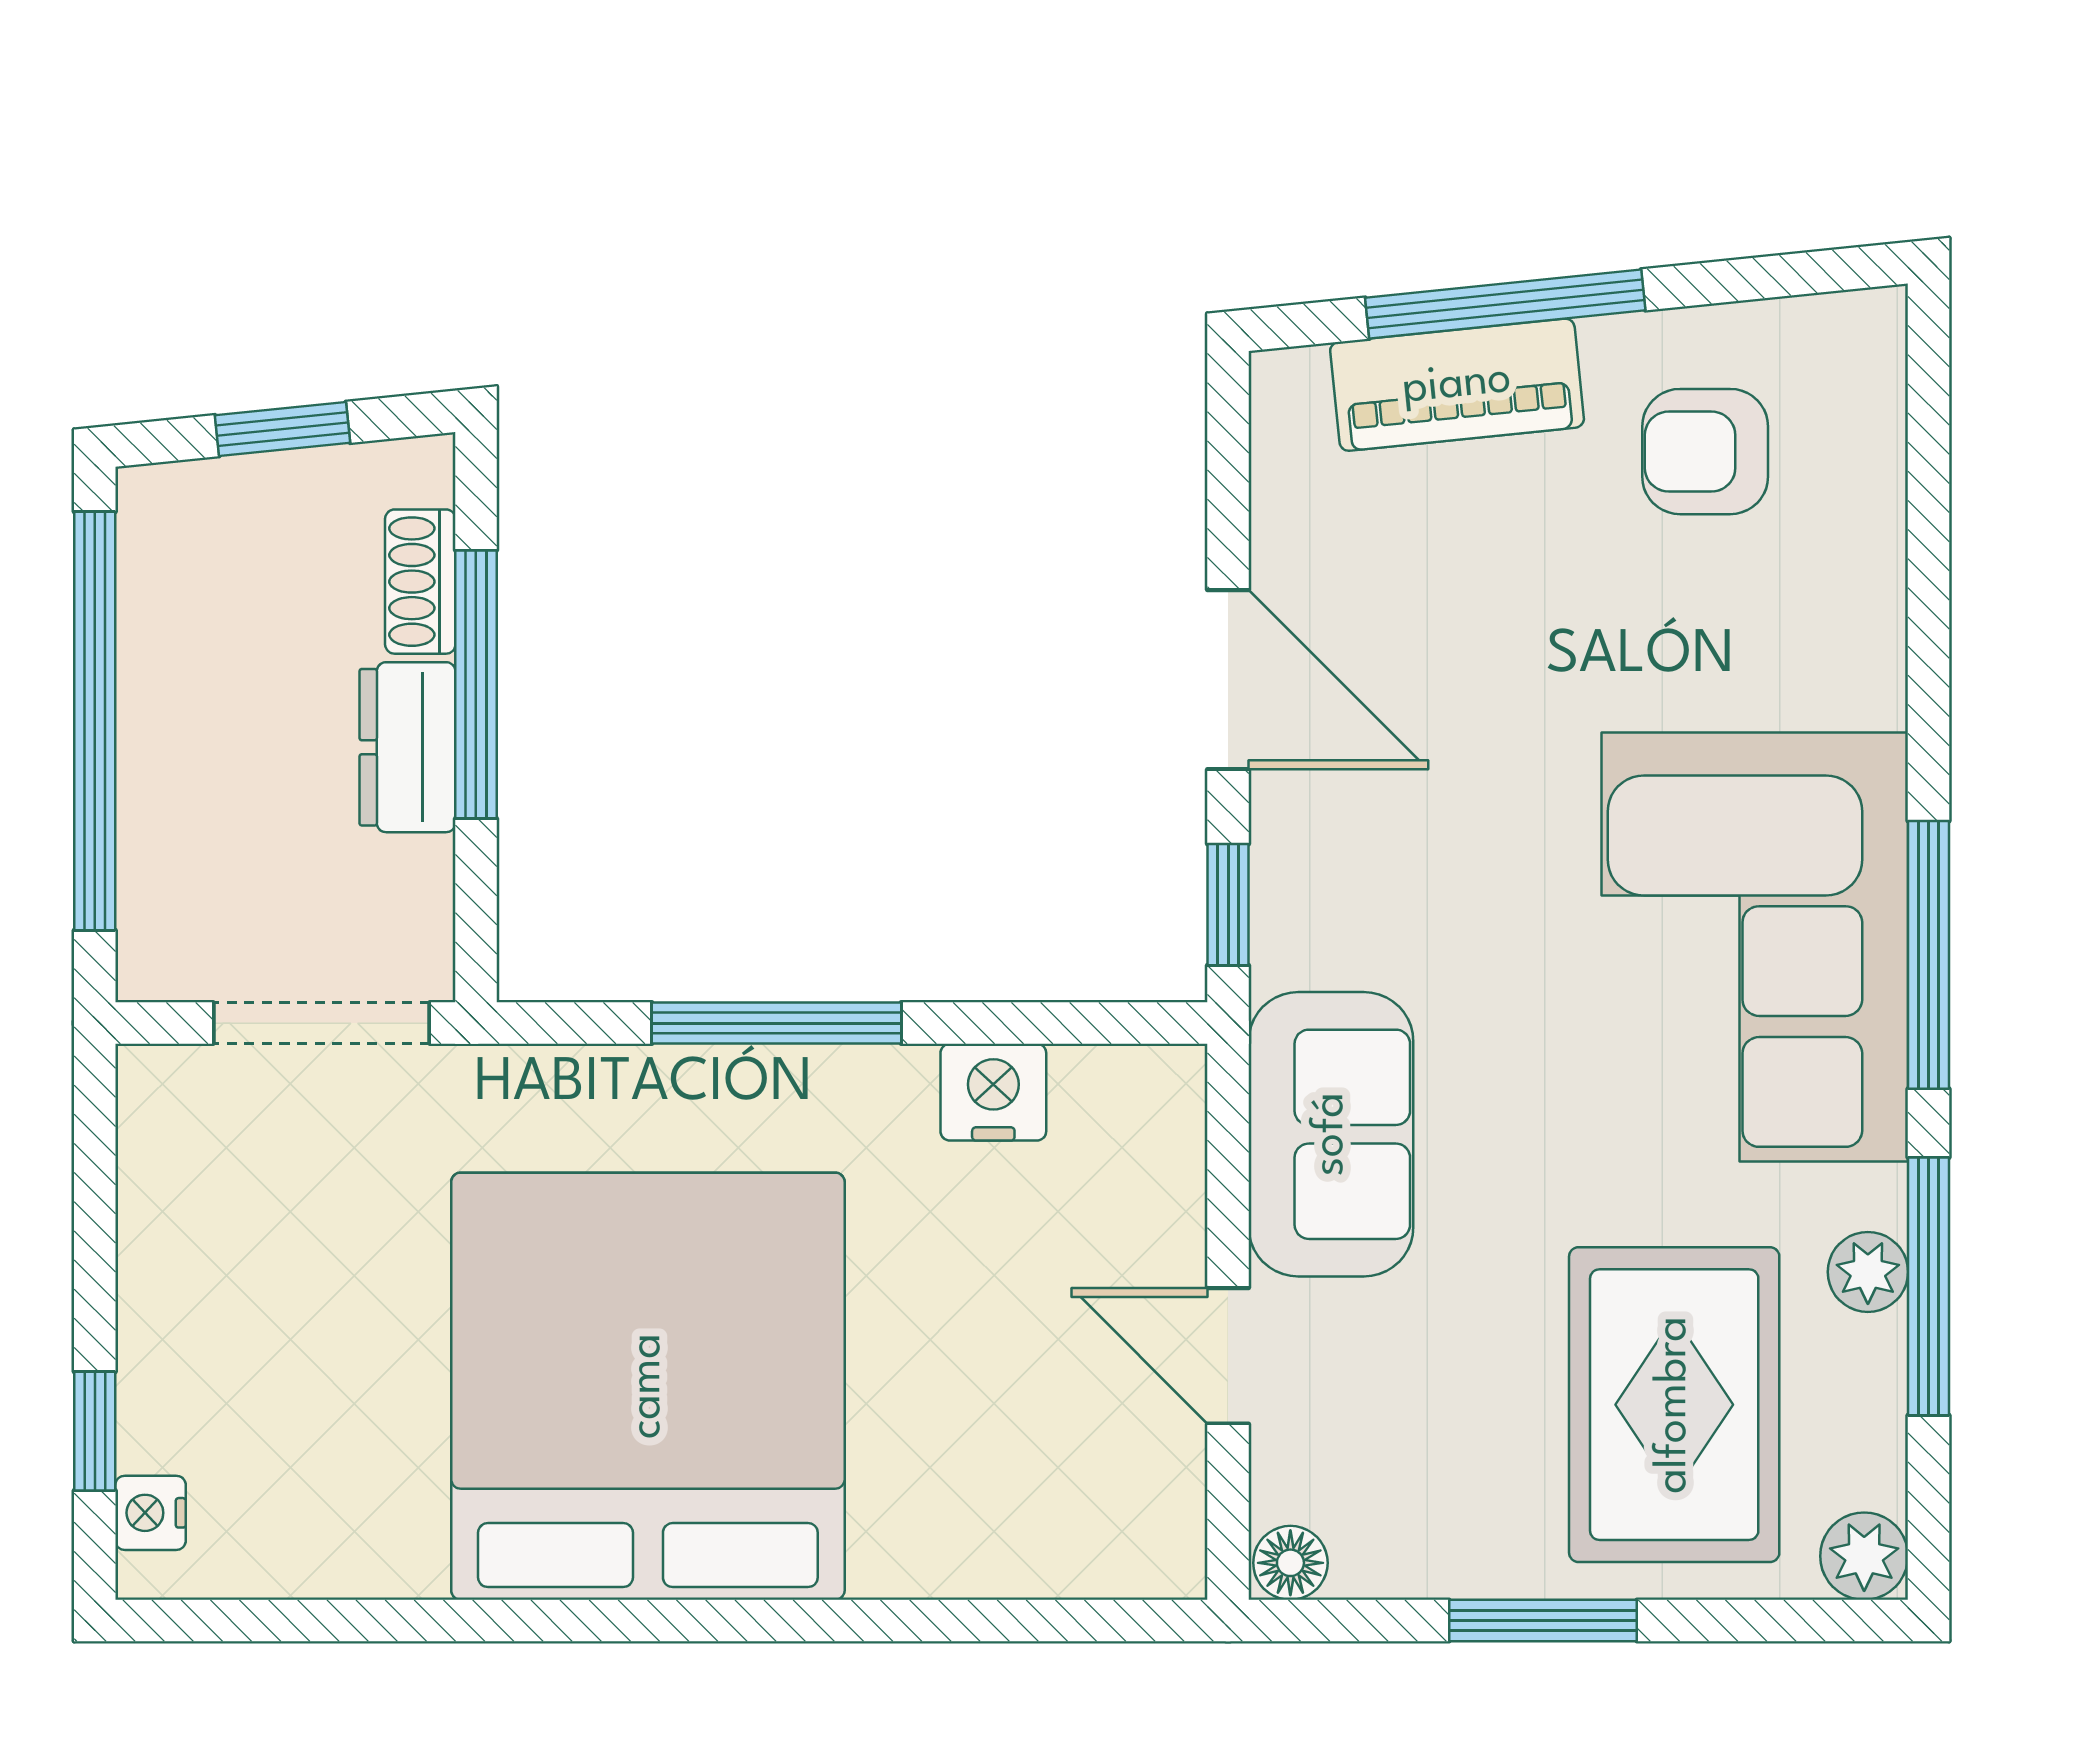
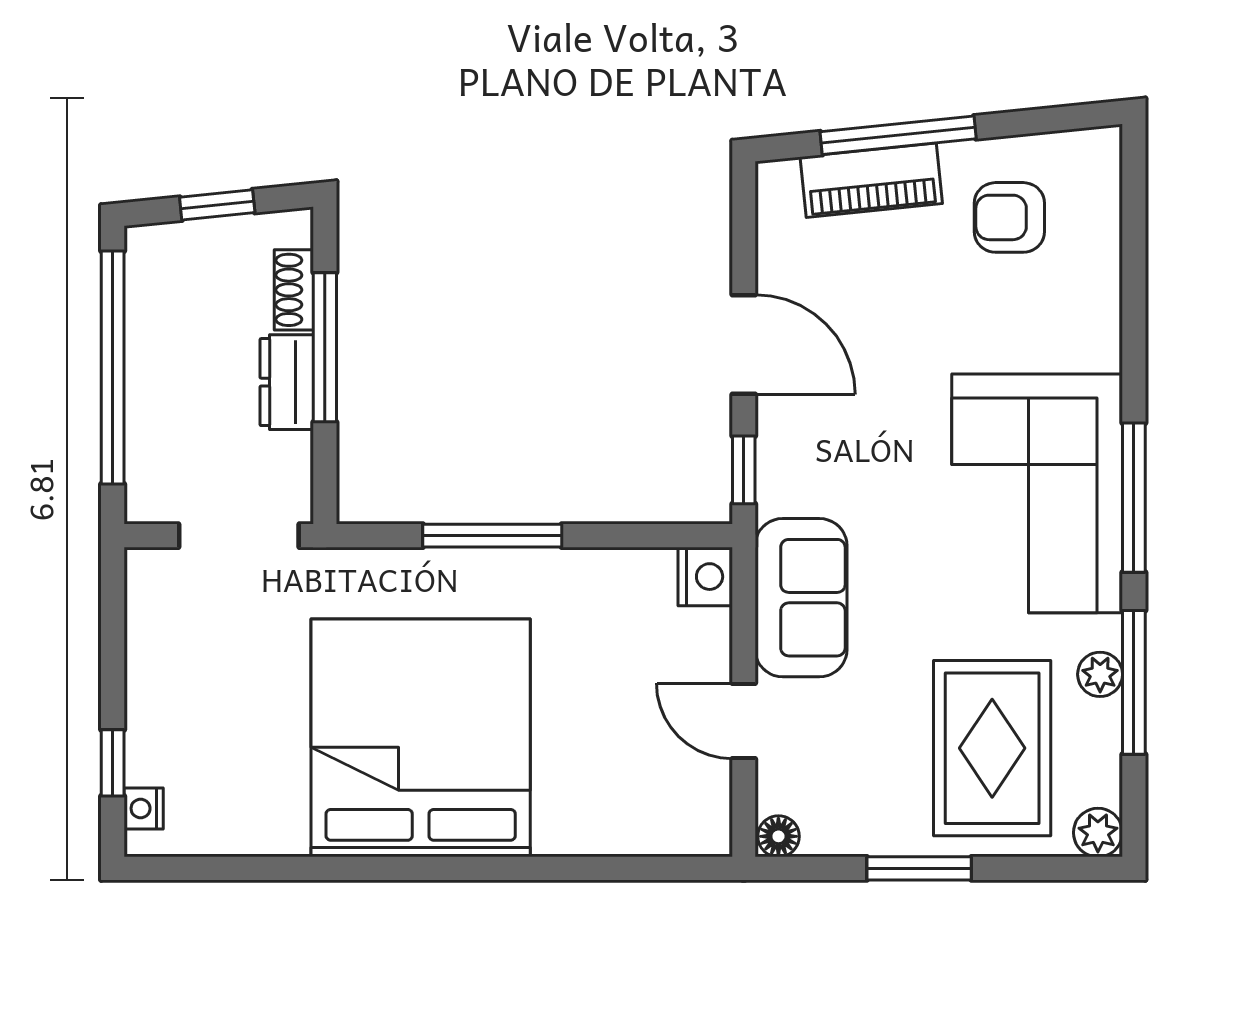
nightstand: (993, 1092) -> (705, 577), moved, turned 90

